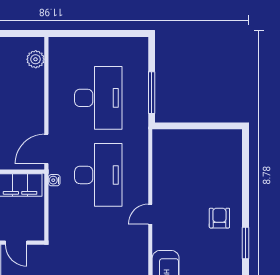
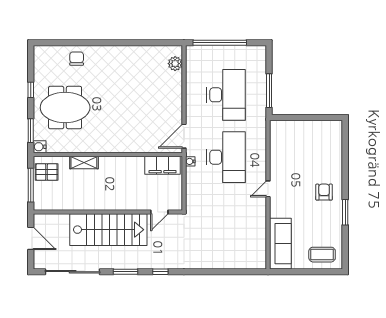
window: (91, 34) -> (220, 43), added
door: (16, 243) -> (159, 212), hinge flipped

